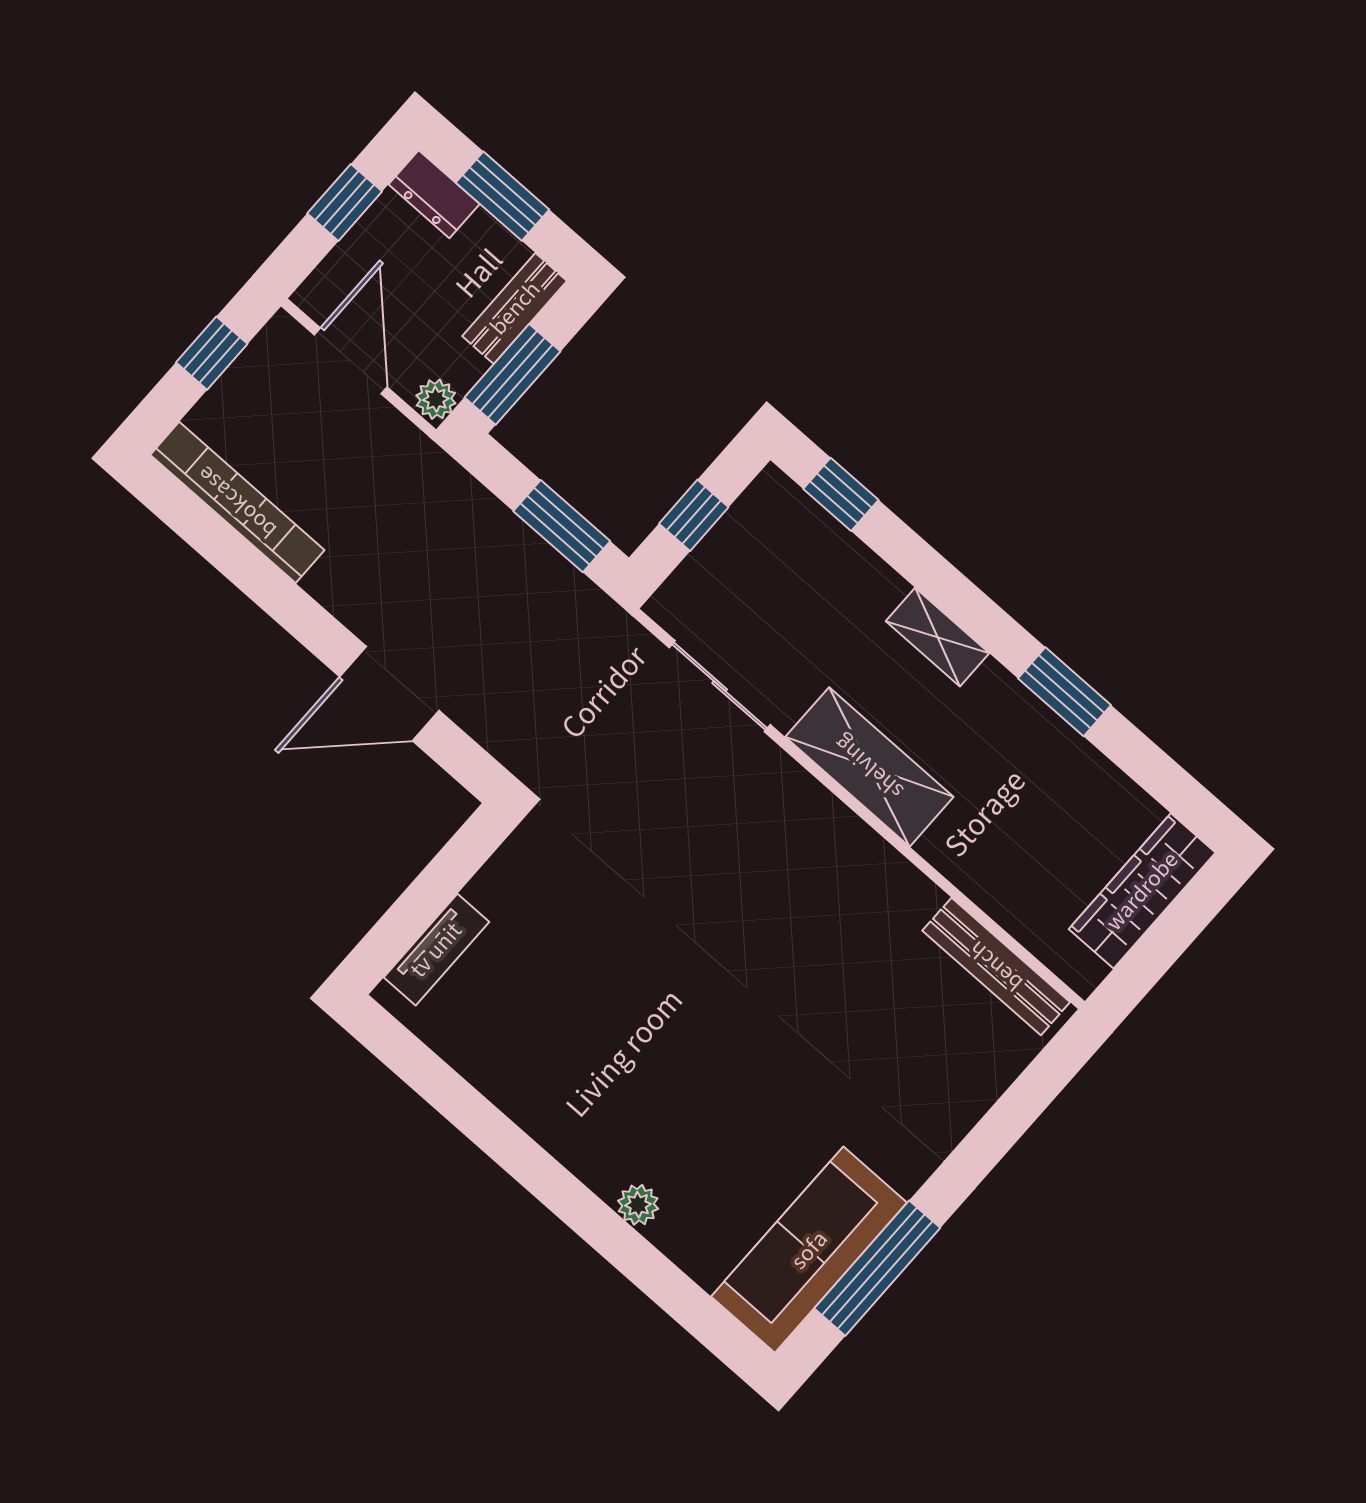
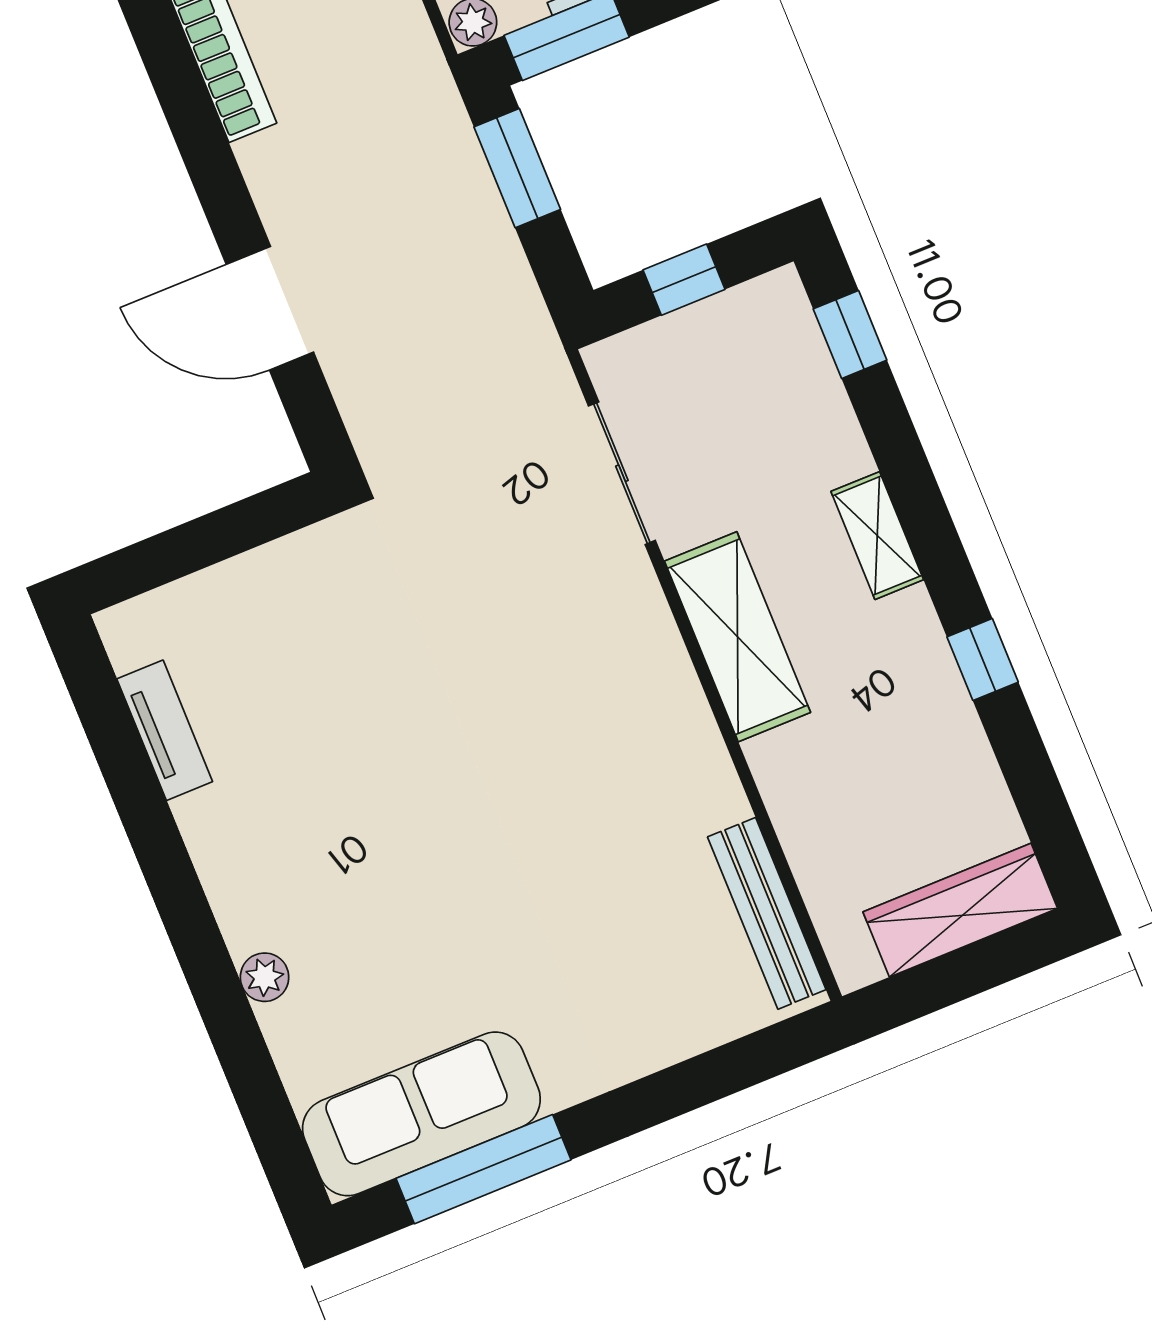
window: (562, 526) -> (517, 168), moved
window: (1065, 692) -> (983, 659), width x0.67
tv unit: (436, 950) -> (165, 730), moved, turned -90

